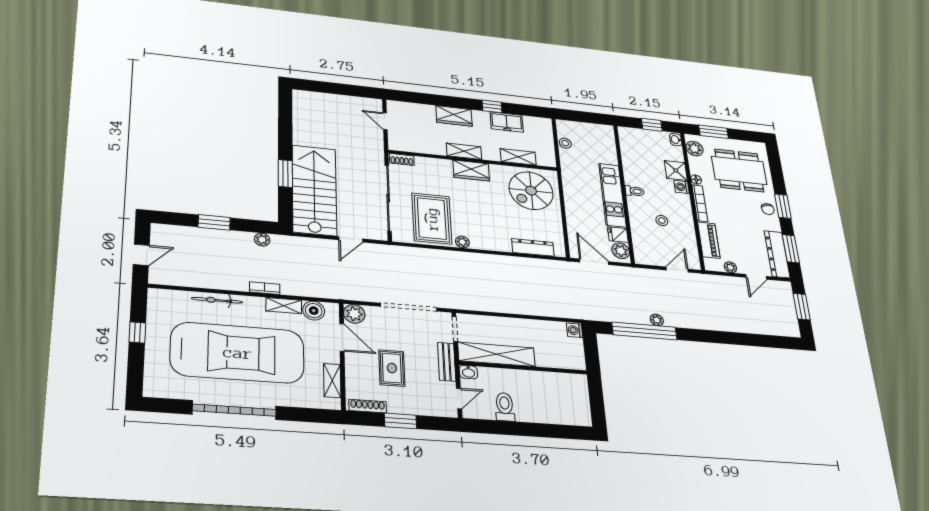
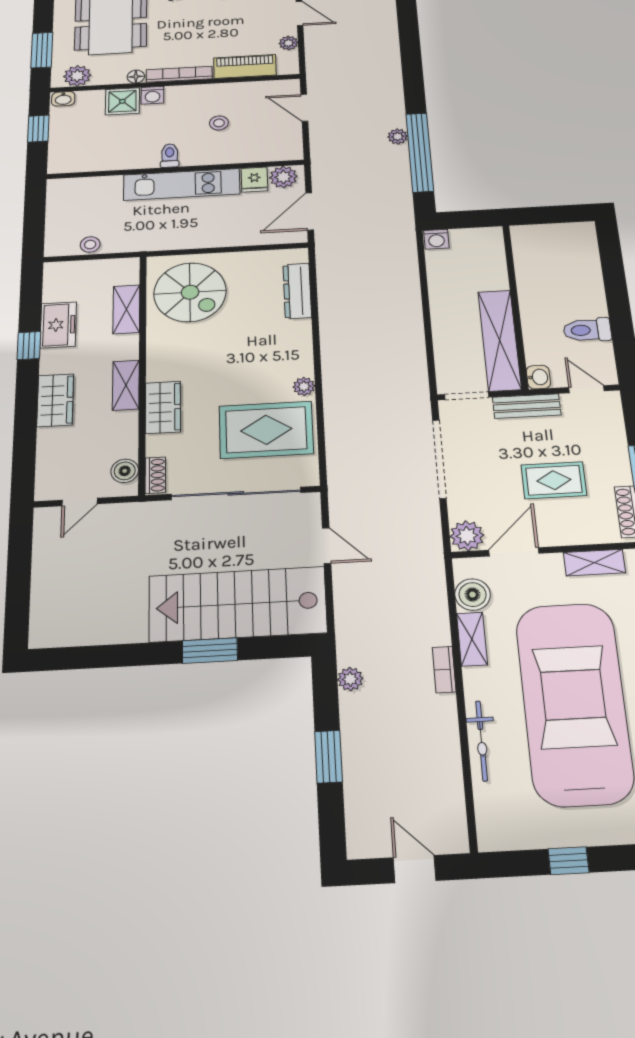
boiler: (405, 145) -> (125, 471), added
wardrobe: (471, 170) -> (163, 407), moved

